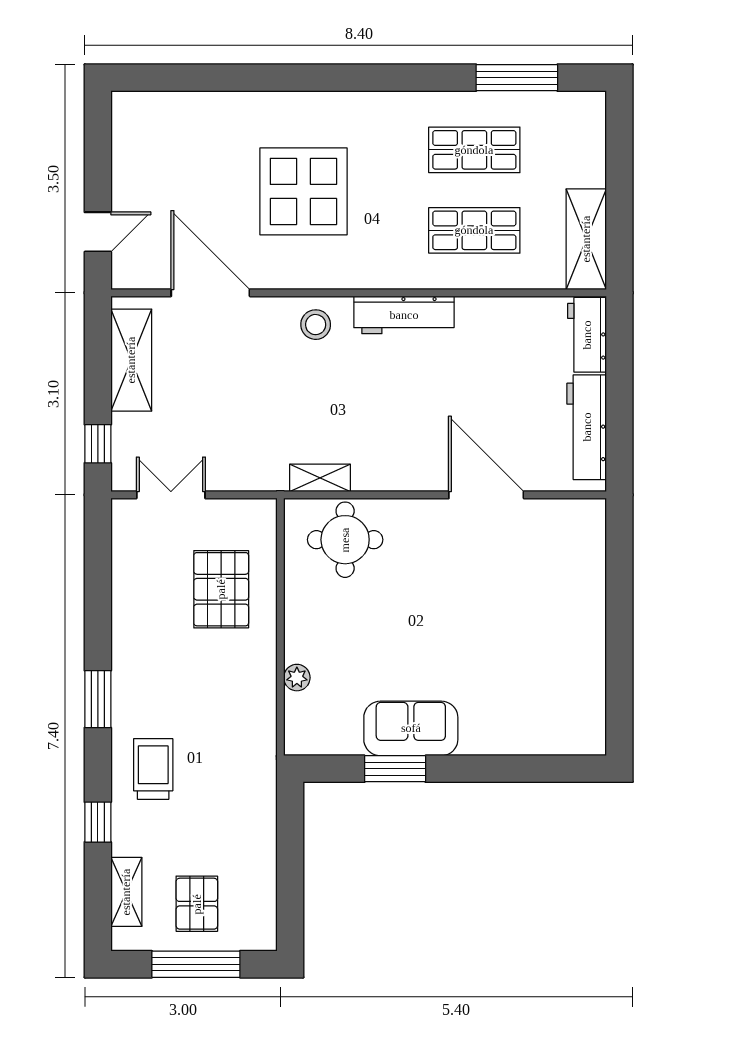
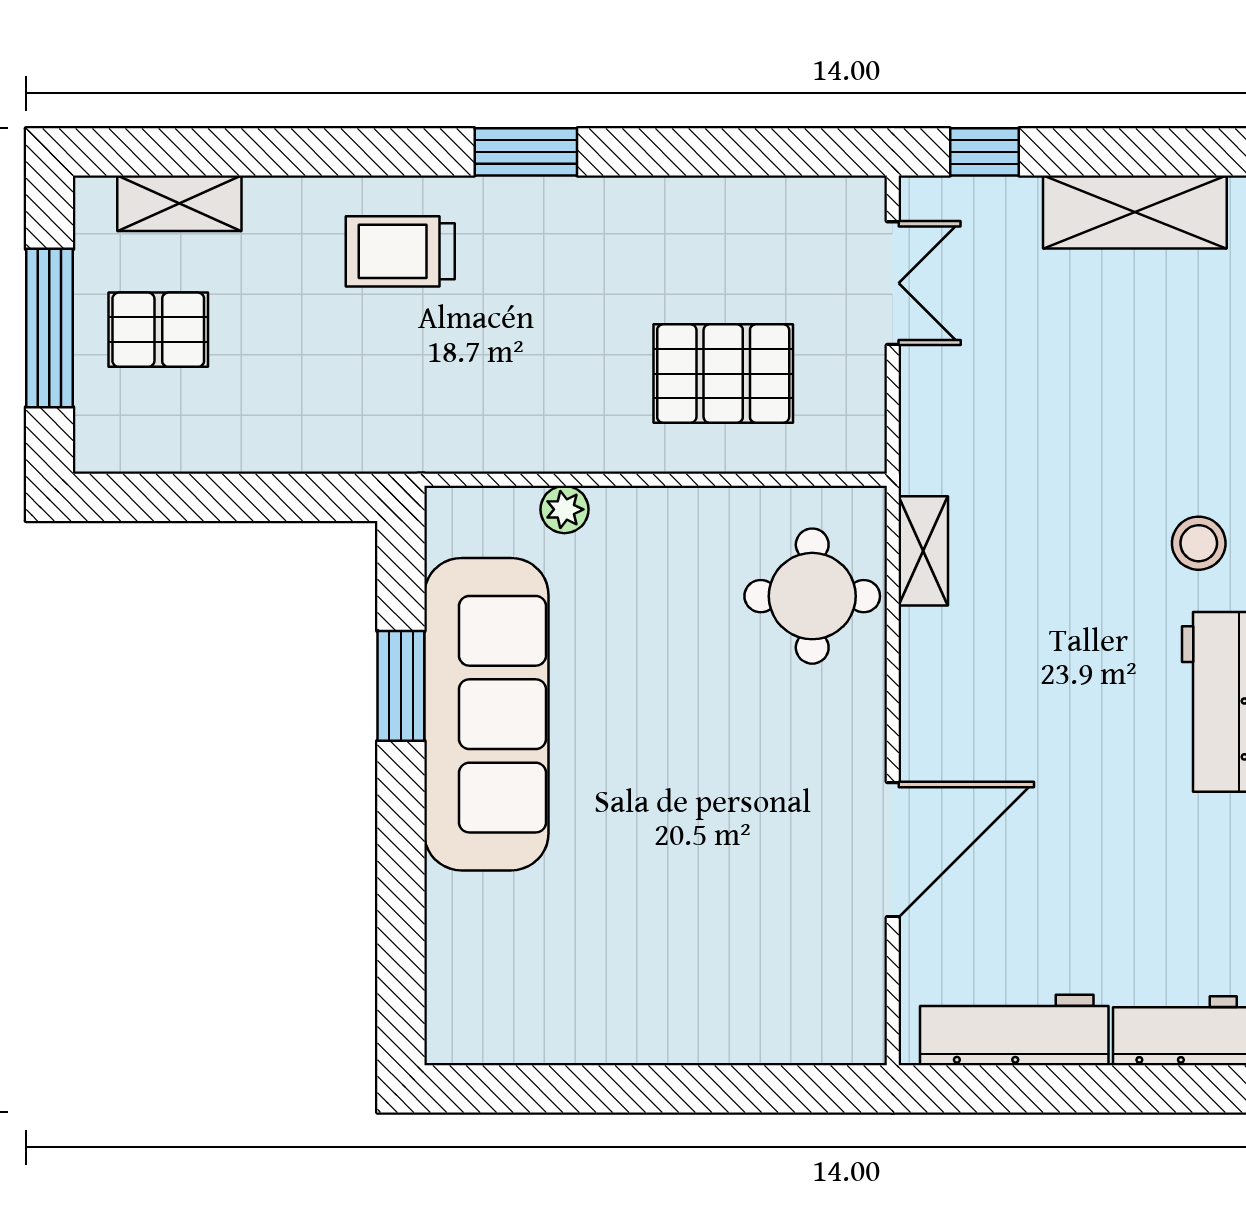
sofa: (411, 728) -> (486, 714), width x1.85, depth x1.27
trolley: (153, 769) -> (400, 251), turned 180
window: (98, 822) -> (305, 152), removed

